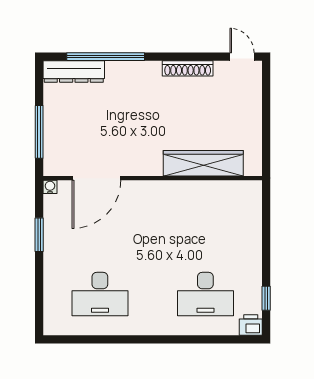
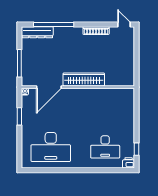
wardrobe: (203, 163) -> (84, 79), moved
desk: (100, 294) -> (51, 147), width x1.36, depth x1.30

